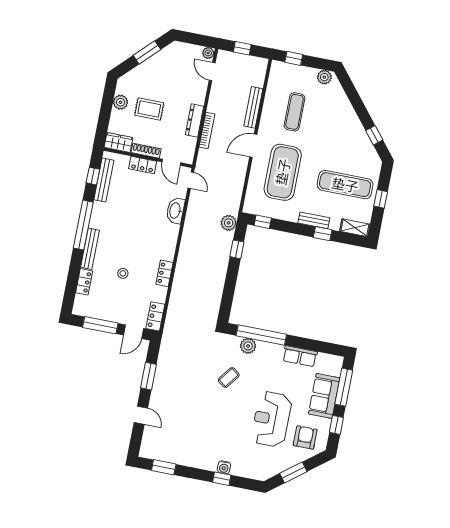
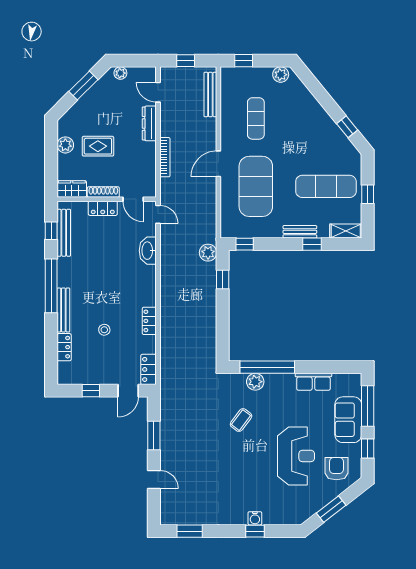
plant: (208, 53) -> (120, 73), moved
bench: (253, 107) -> (210, 94), moved
dresser: (194, 121) -> (149, 123), moved
window: (100, 325) -> (91, 391), width x0.46
reception desk: (271, 419) -> (296, 456), turned 180

